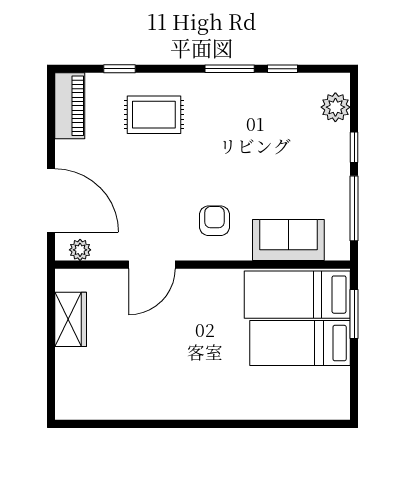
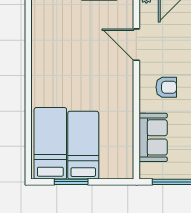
bed: (297, 295) -> (50, 143), moved
window: (354, 314) -> (71, 182), moved

